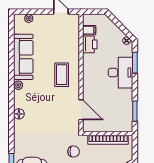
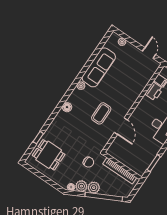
coffee table: (62, 75) -> (101, 113), moved
door: (81, 110) -> (121, 126), moved

